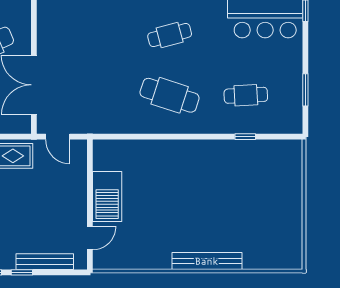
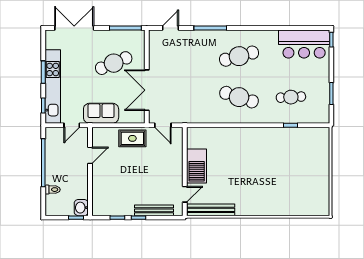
cafe table: (170, 35) -> (239, 56), width x1.37, depth x1.35
bench: (207, 261) -> (211, 210), moved

